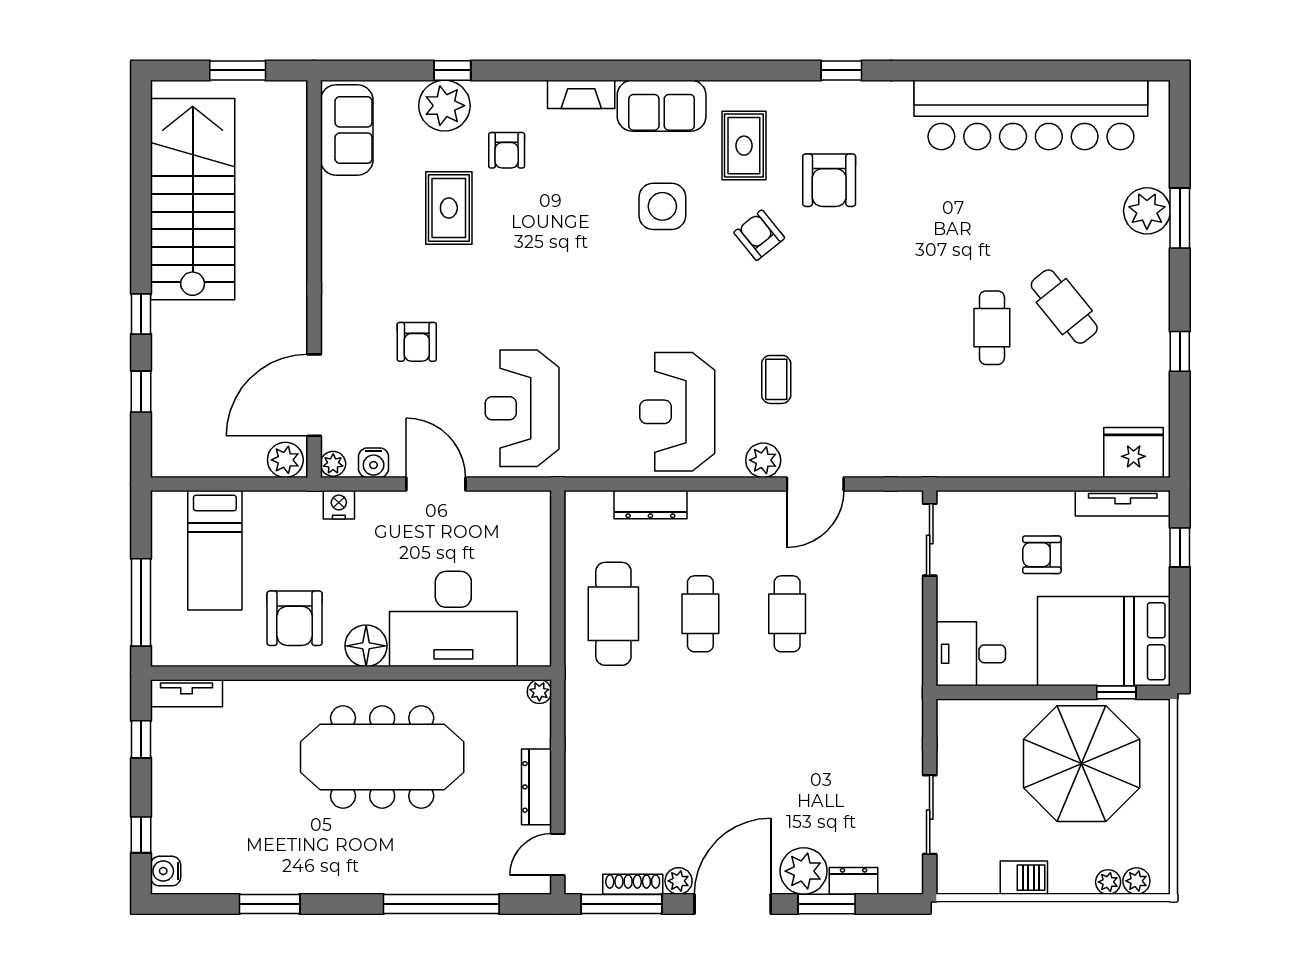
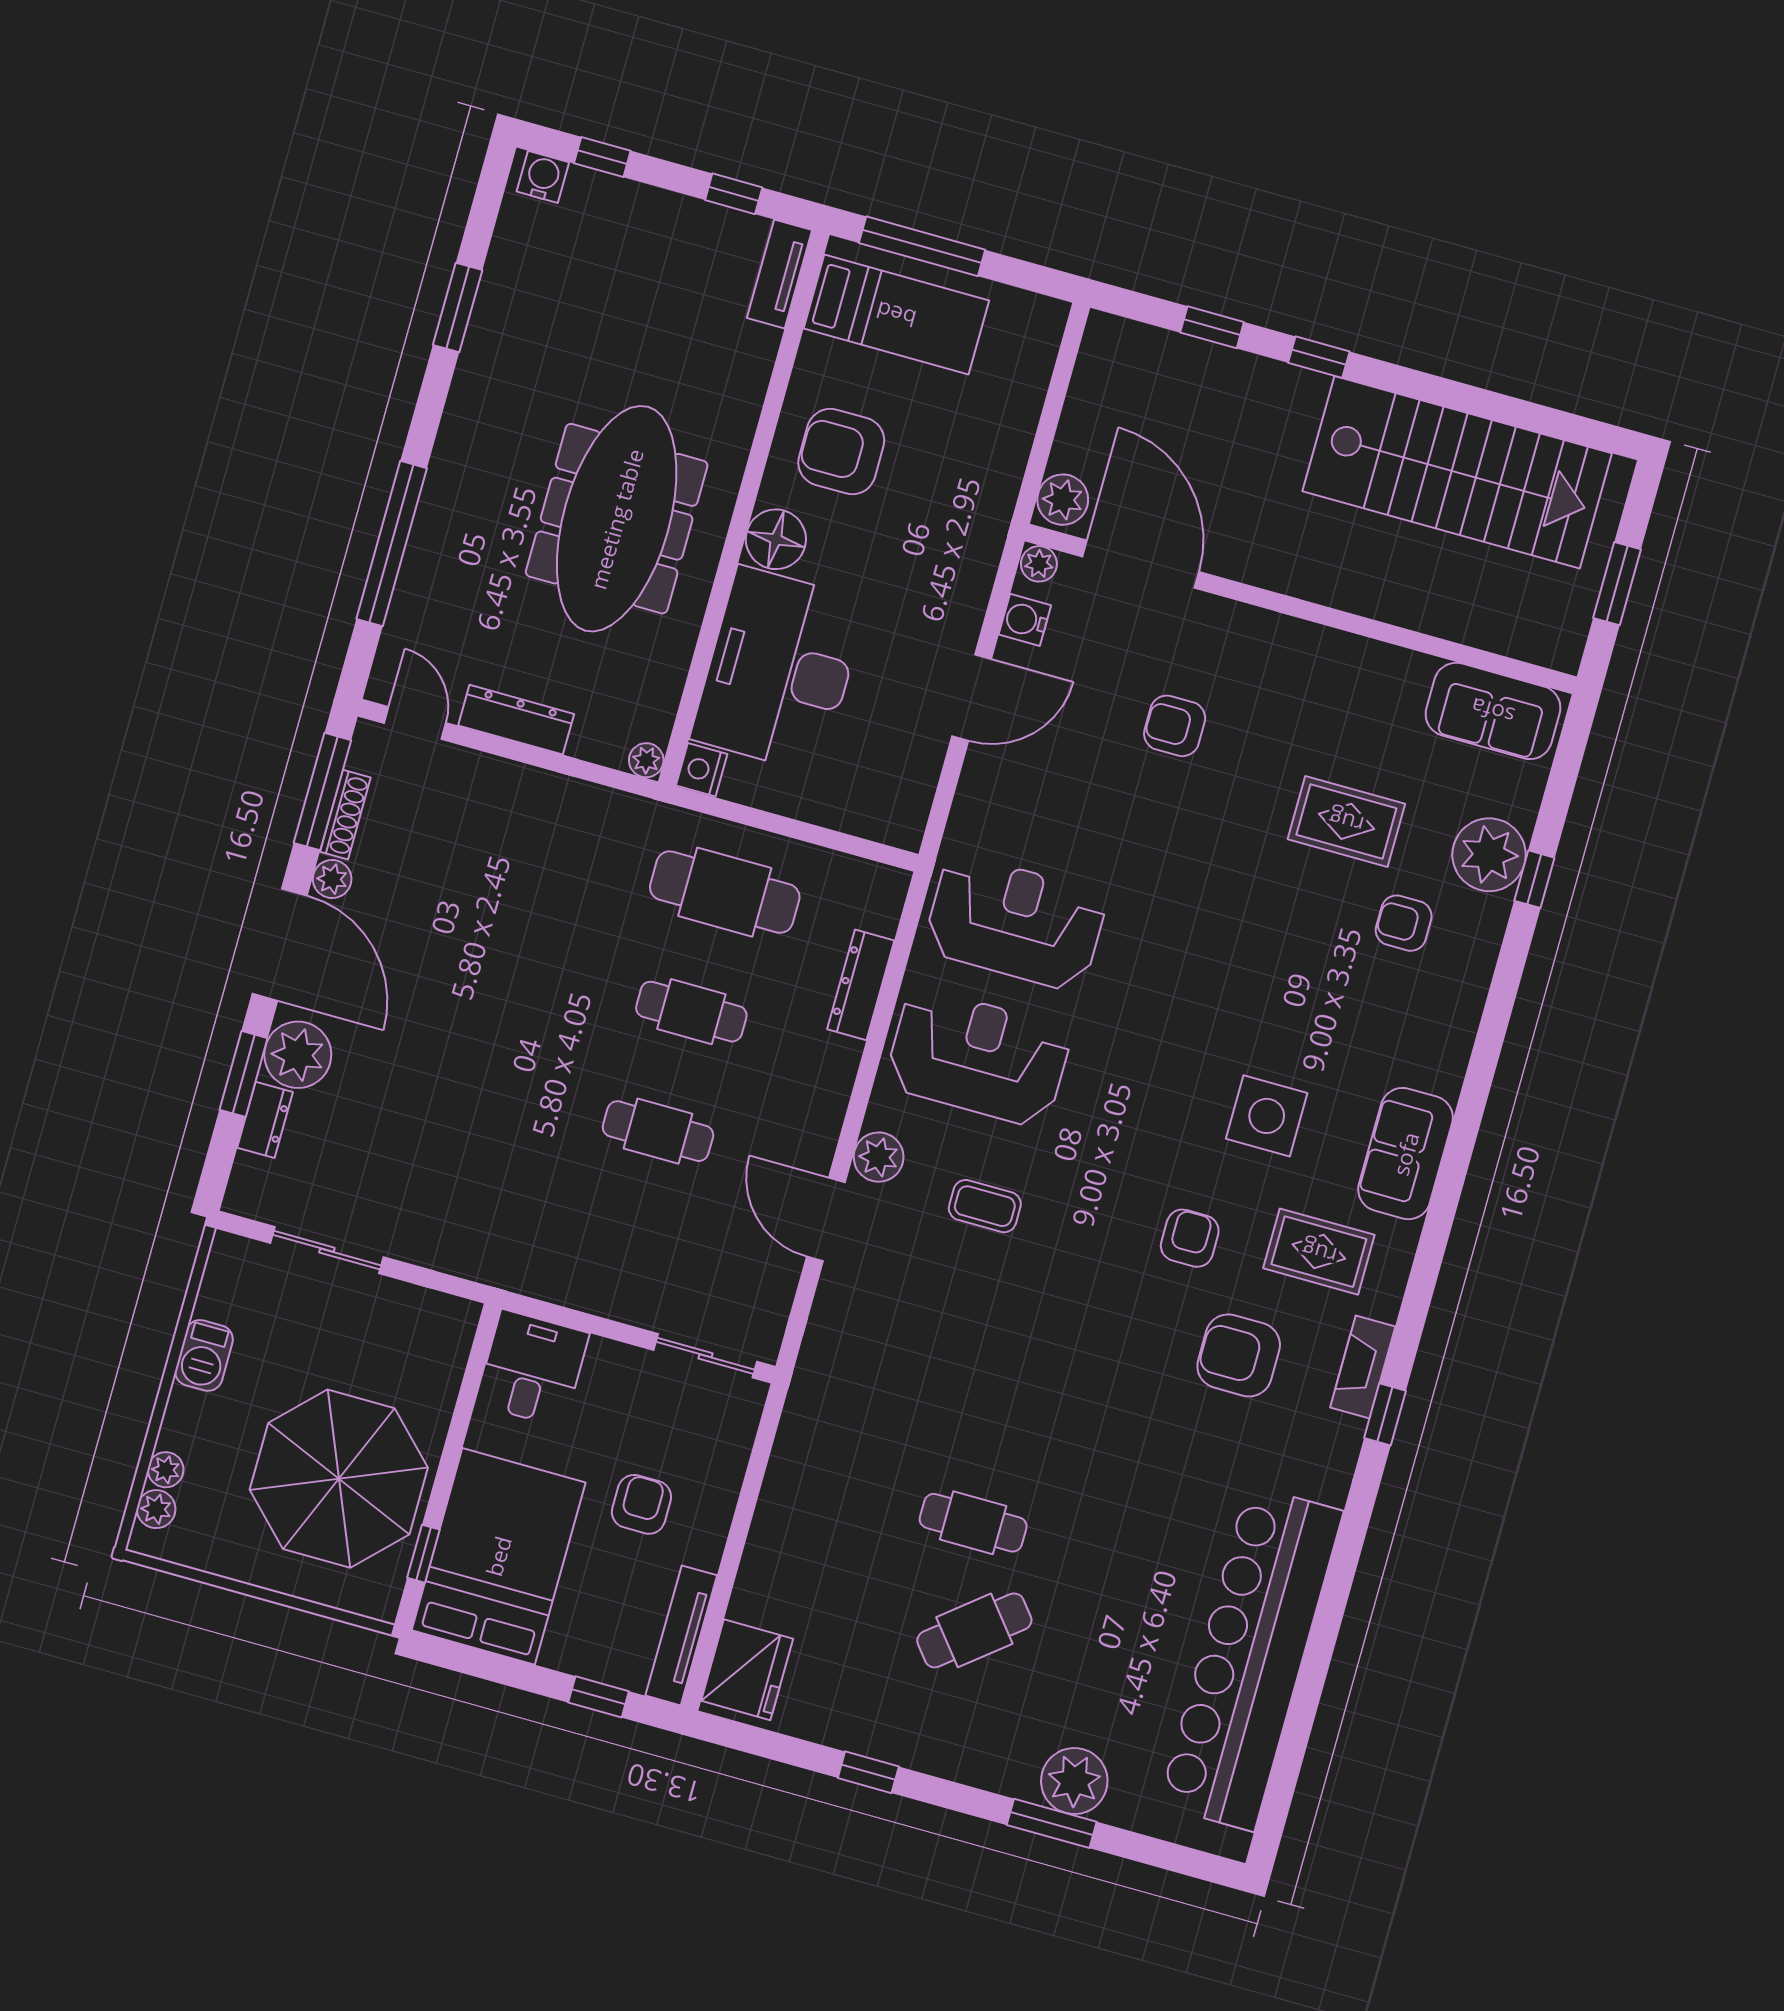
fireplace: (581, 94) -> (1363, 1367), moved
armchair: (759, 235) -> (1190, 1238), turned -51
reception desk: (522, 408) -> (1015, 922), moved
nightstand: (339, 505) -> (702, 770), moved, turned 180
bed: (215, 550) -> (896, 314), moved, turned 180

